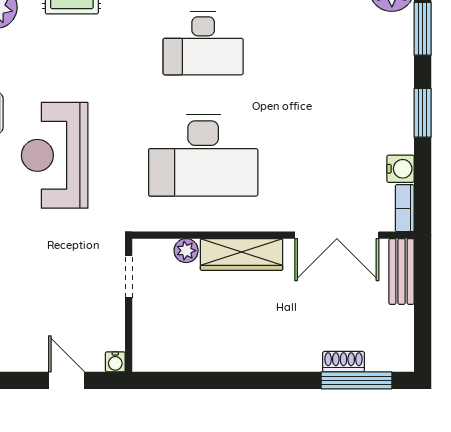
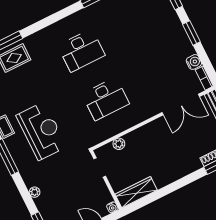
reception desk: (55, 155) -> (41, 131), turned 180
desk: (203, 155) -> (106, 99), width x0.73, depth x0.77
wardrobe: (242, 254) -> (136, 192), moved, turned 180

